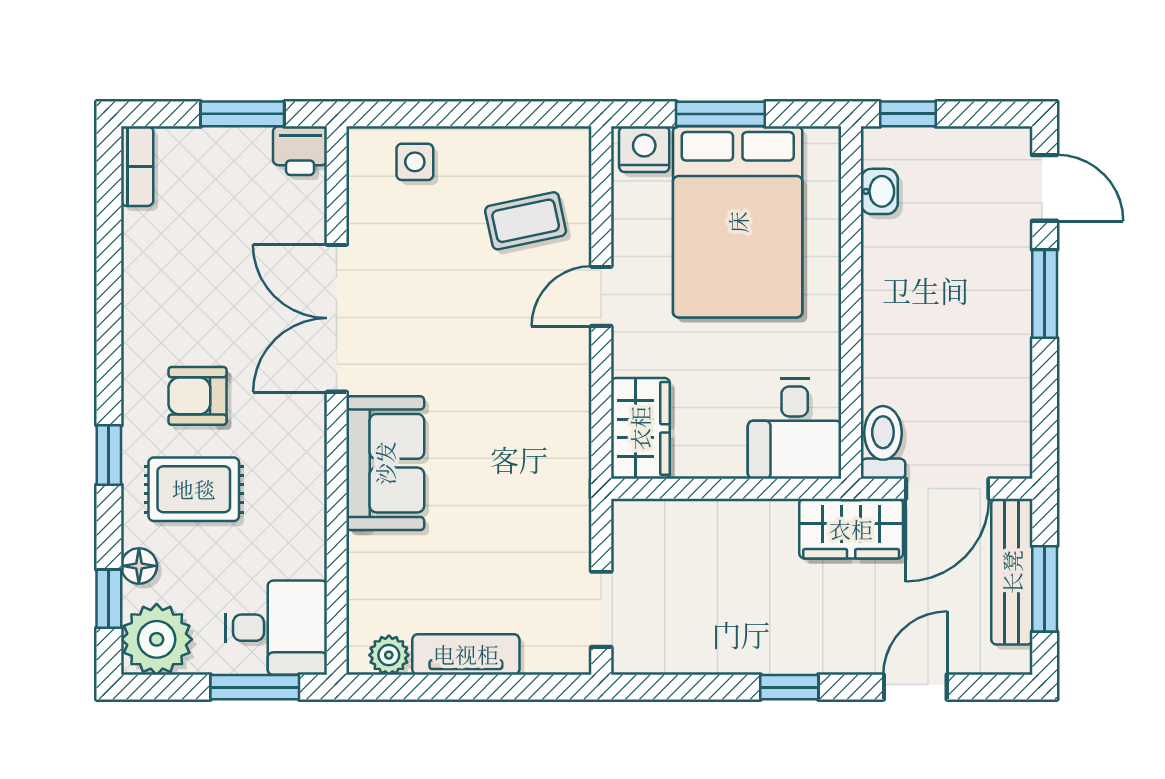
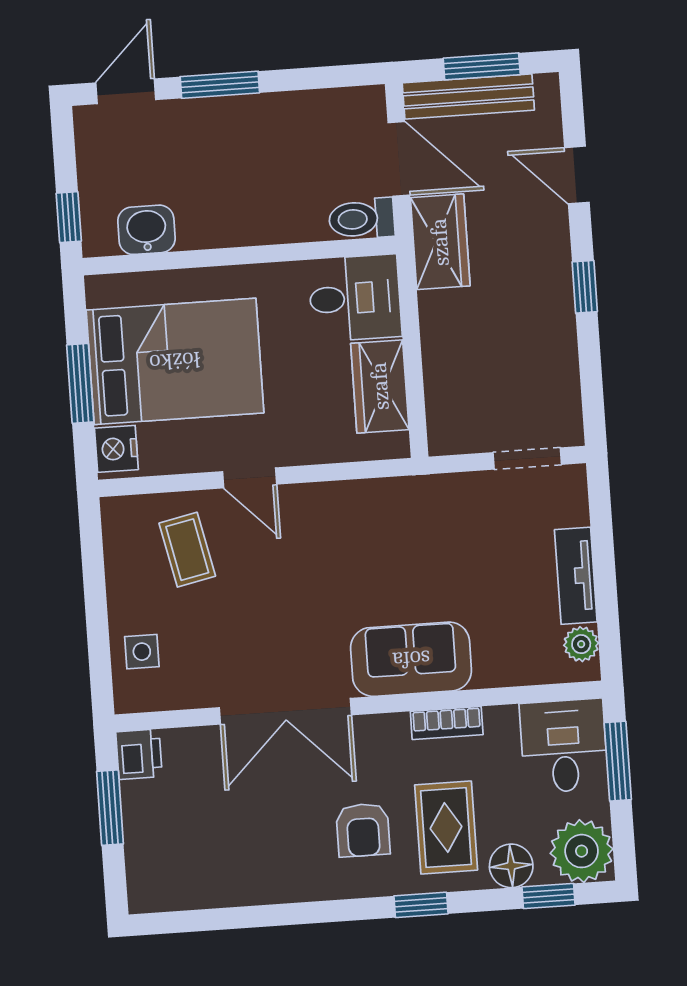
bookcase: (137, 166) -> (447, 723), moved, turned 180
washbasin: (879, 191) -> (146, 230), width x1.38, depth x1.45
wardrobe: (640, 428) -> (380, 386), moved, turned -90
floor lamp: (139, 566) -> (511, 866), width x1.37, depth x1.37

